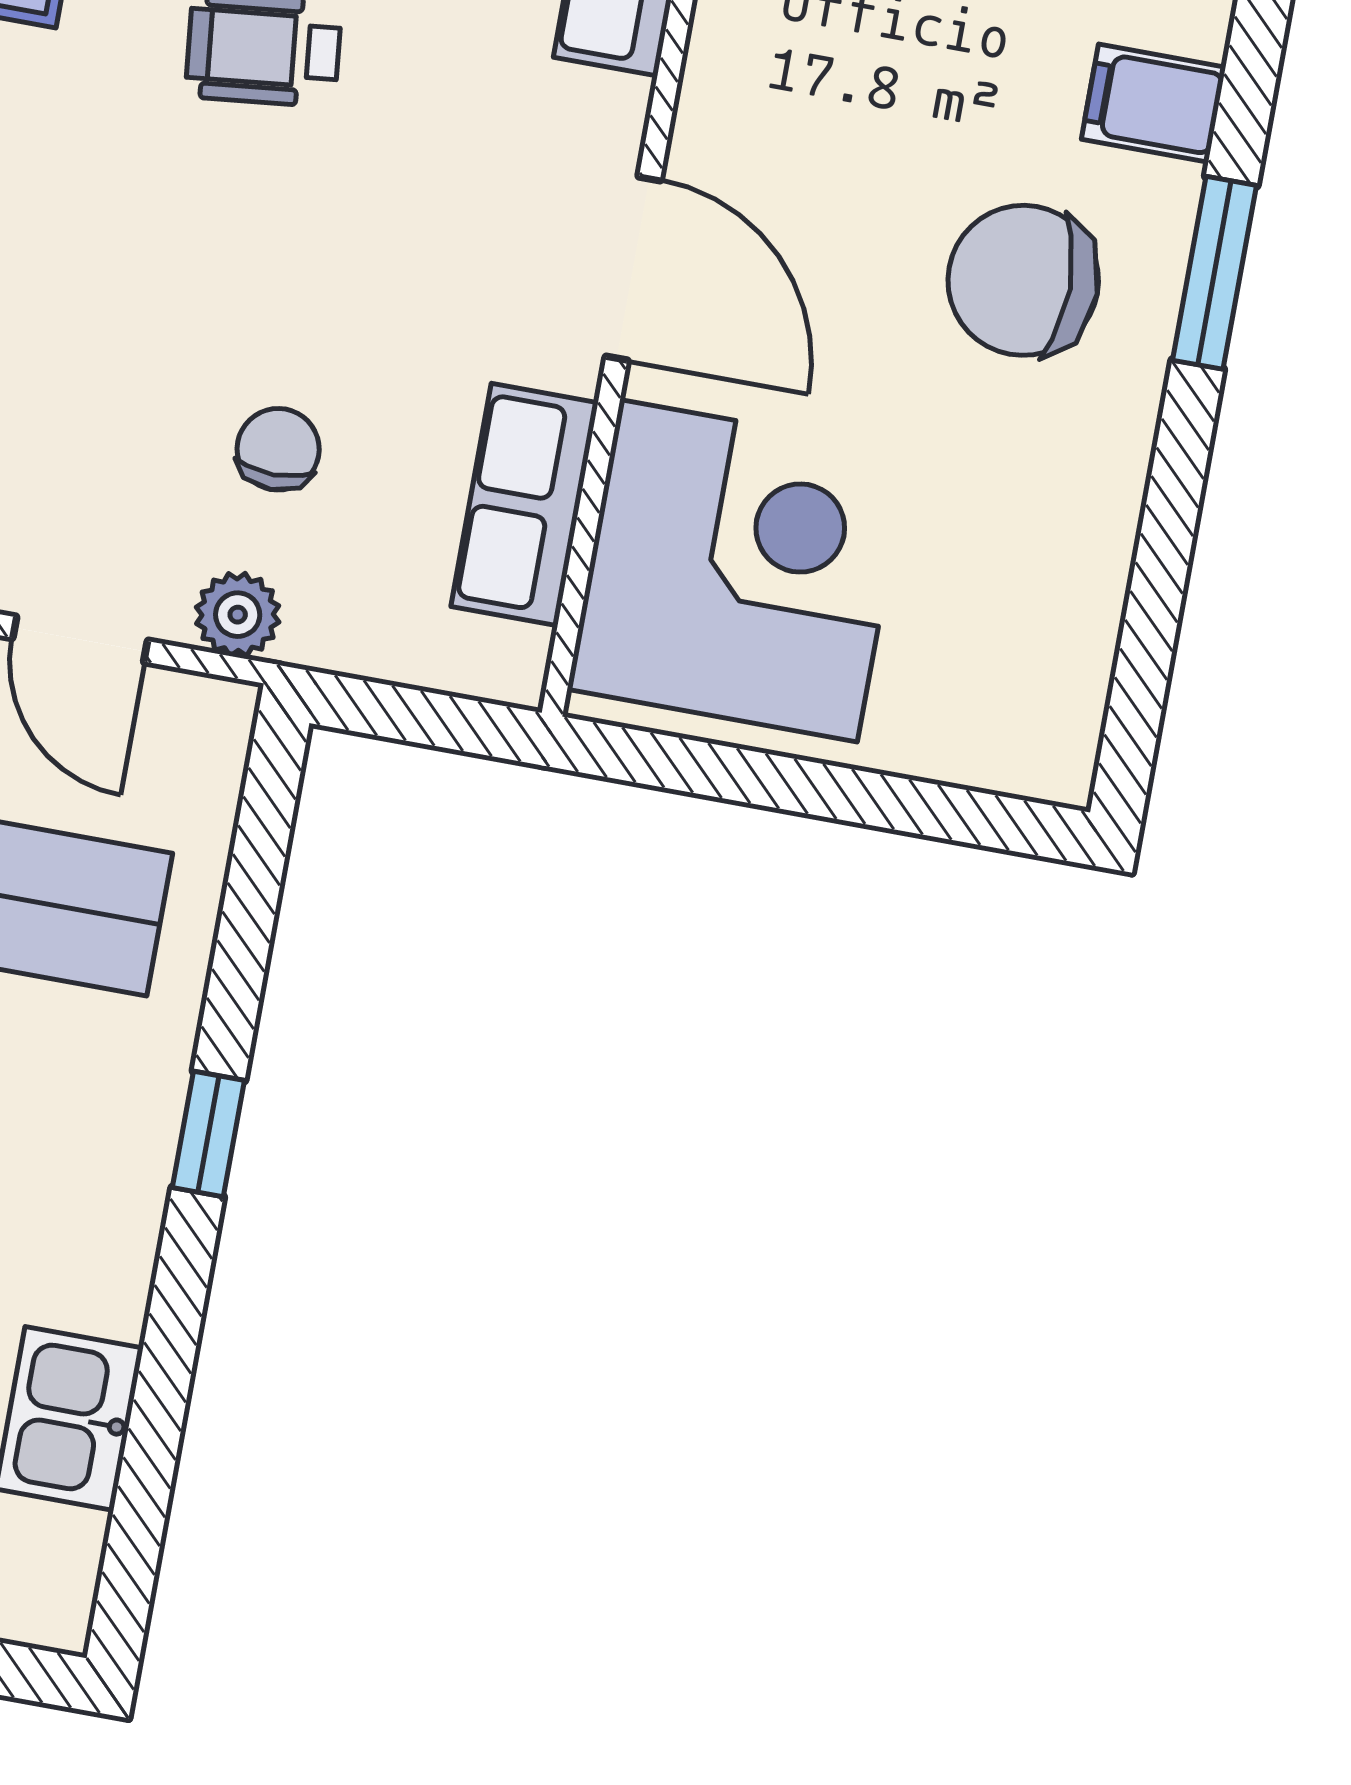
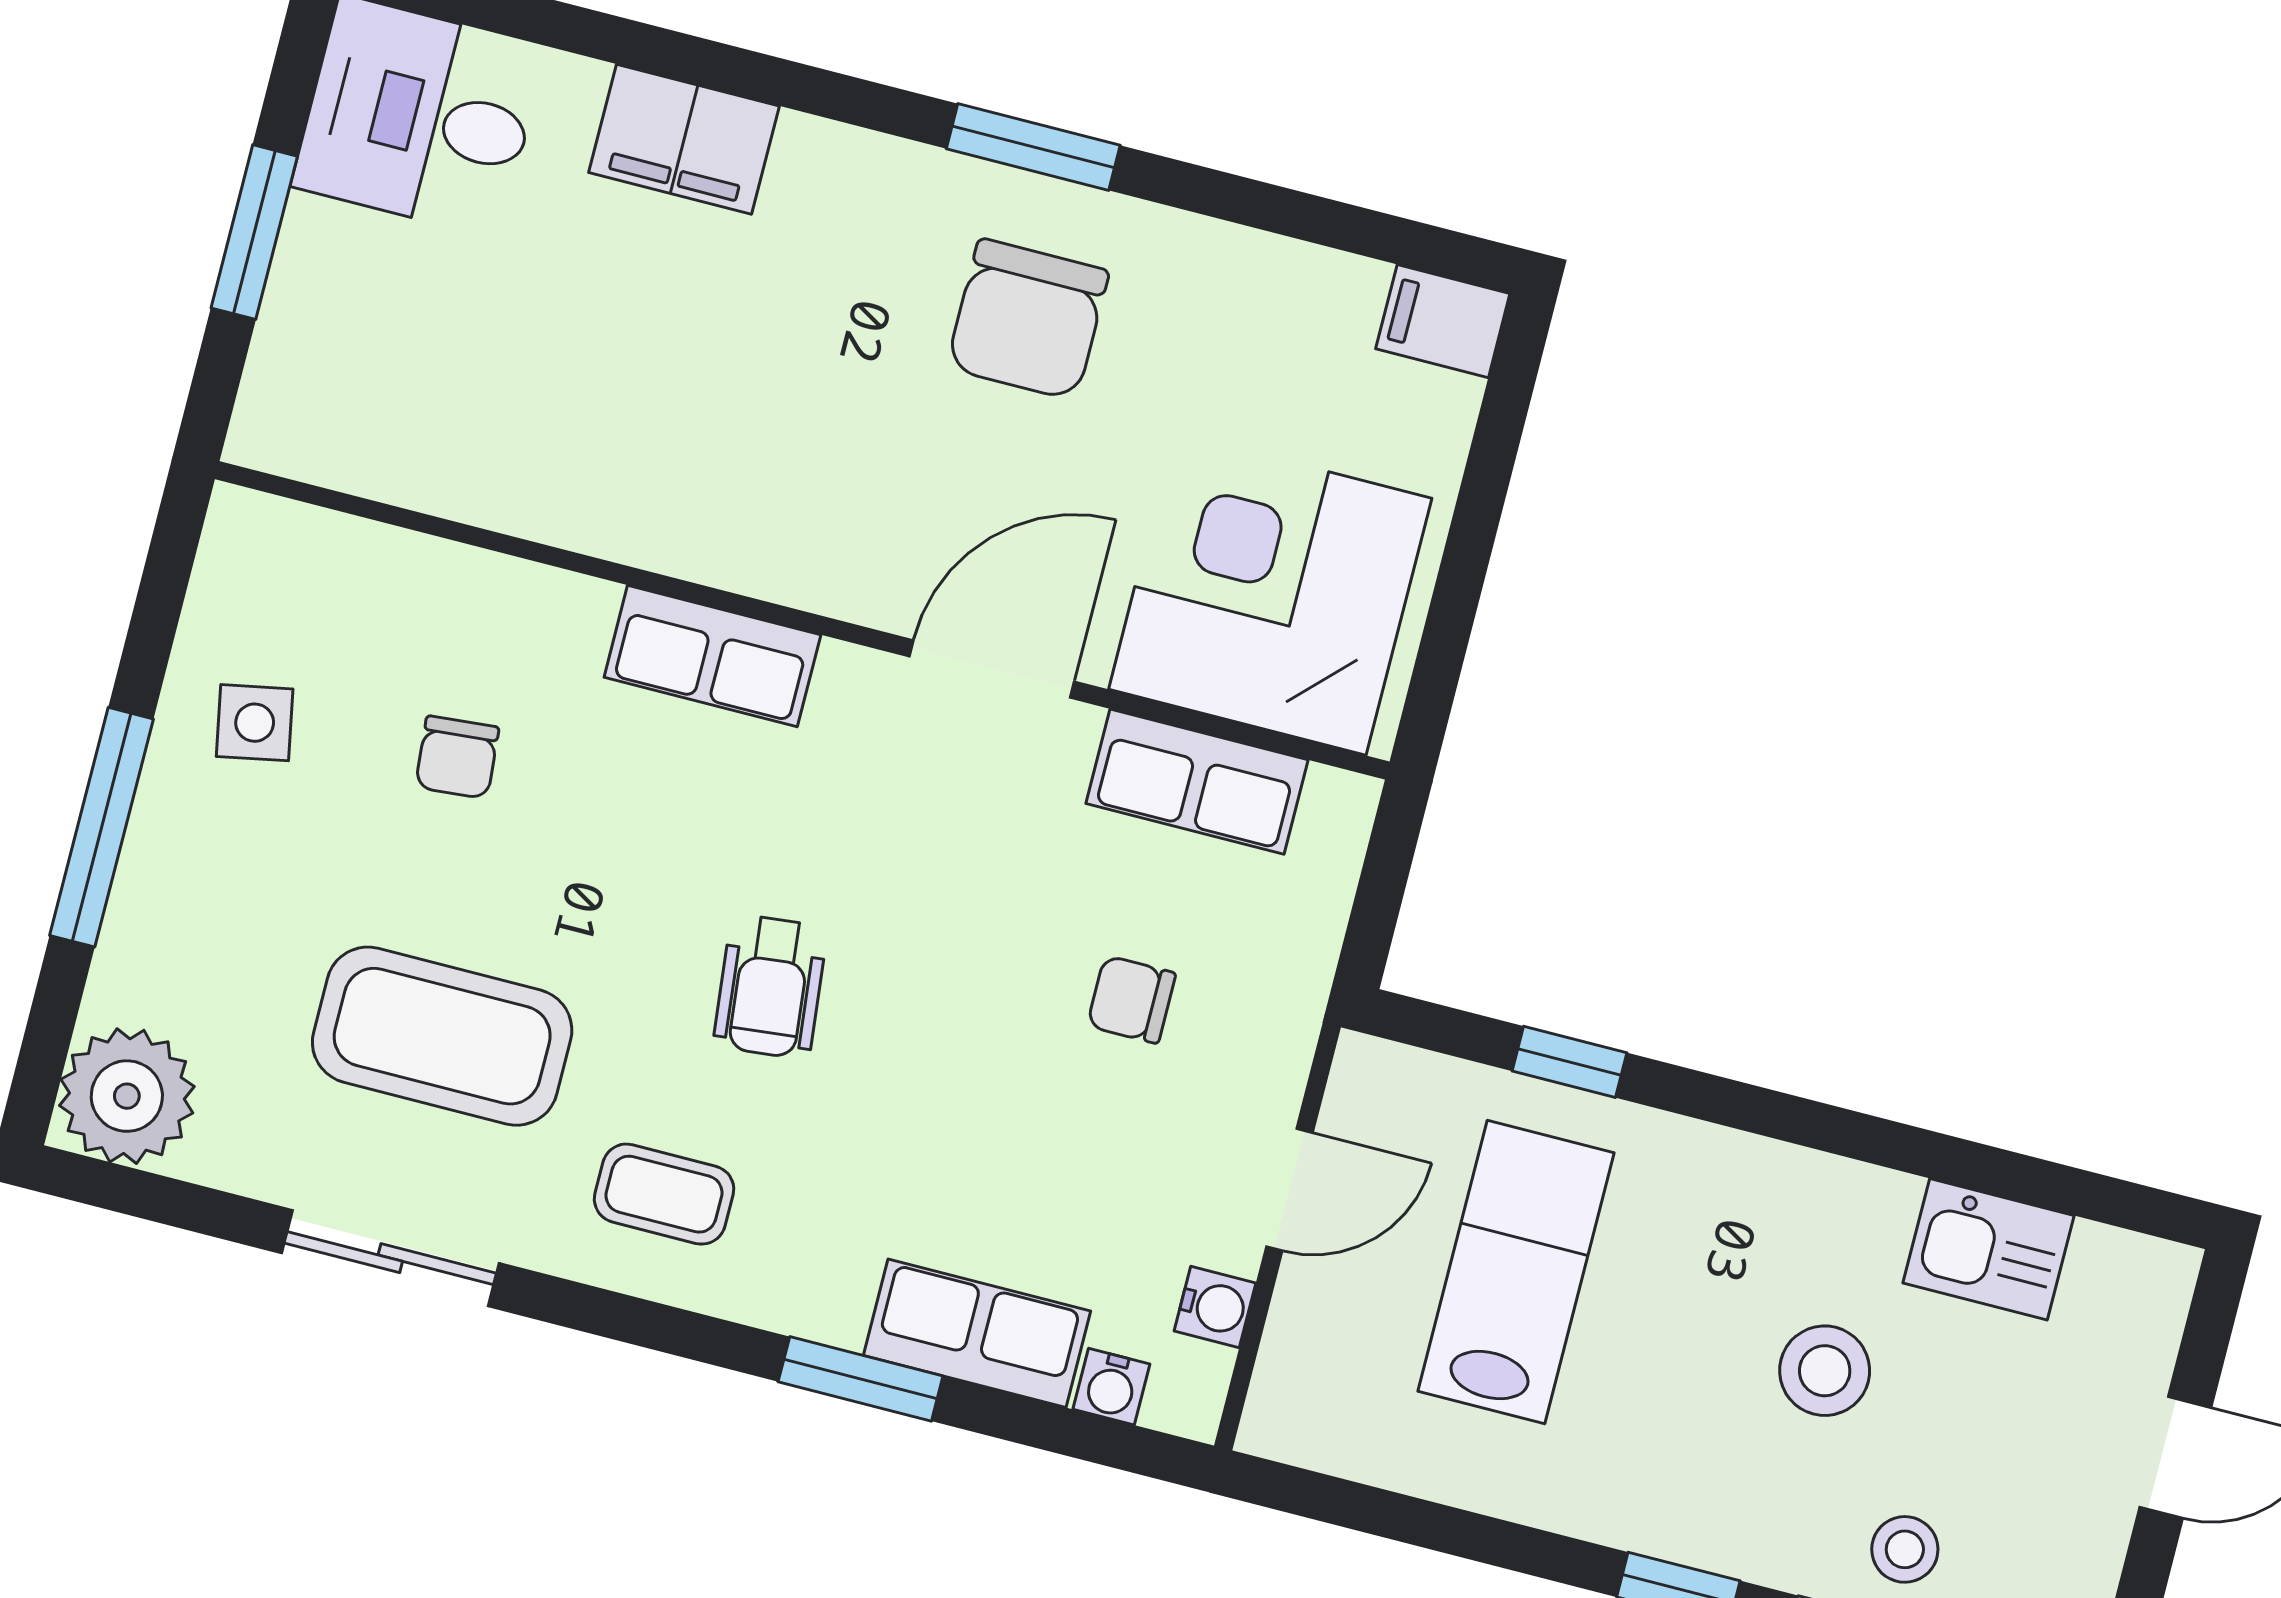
filing cabinet: (1154, 103) -> (1443, 321), moved, turned 90
plant: (238, 615) -> (1277, 1046), removed
window: (208, 1134) -> (1569, 1062), moved

